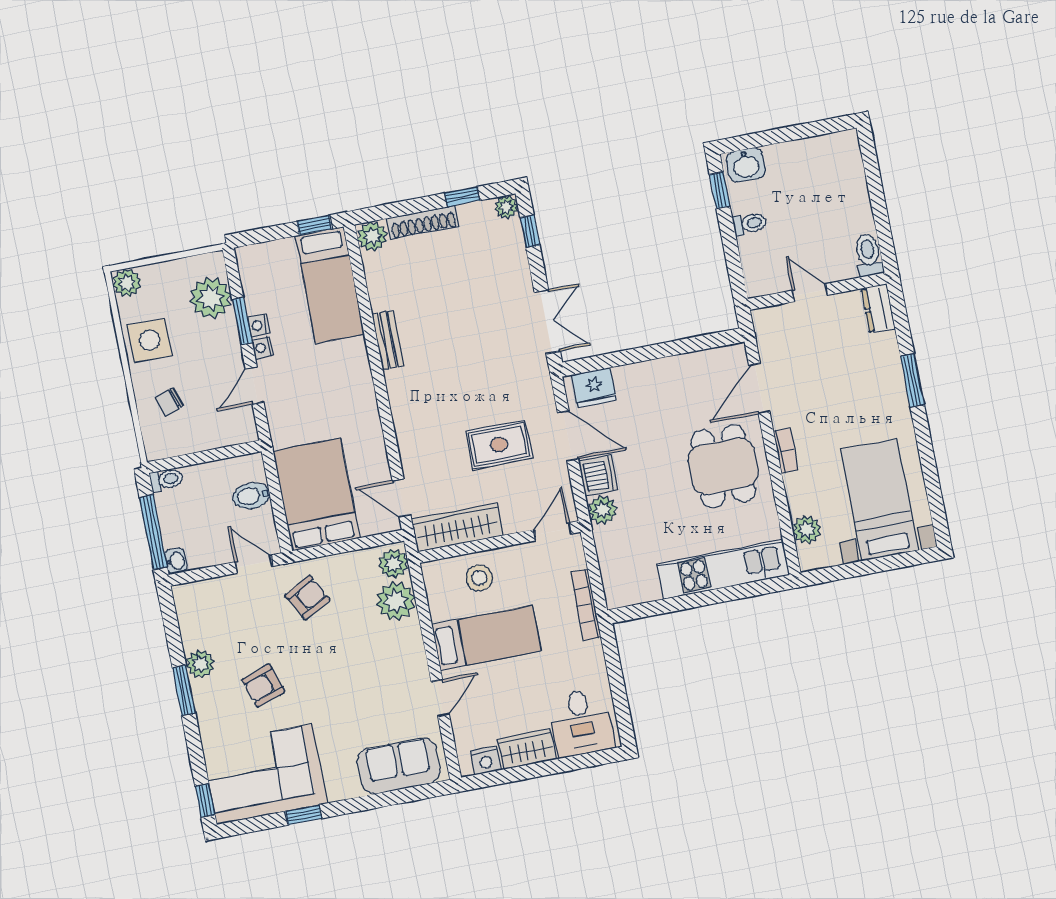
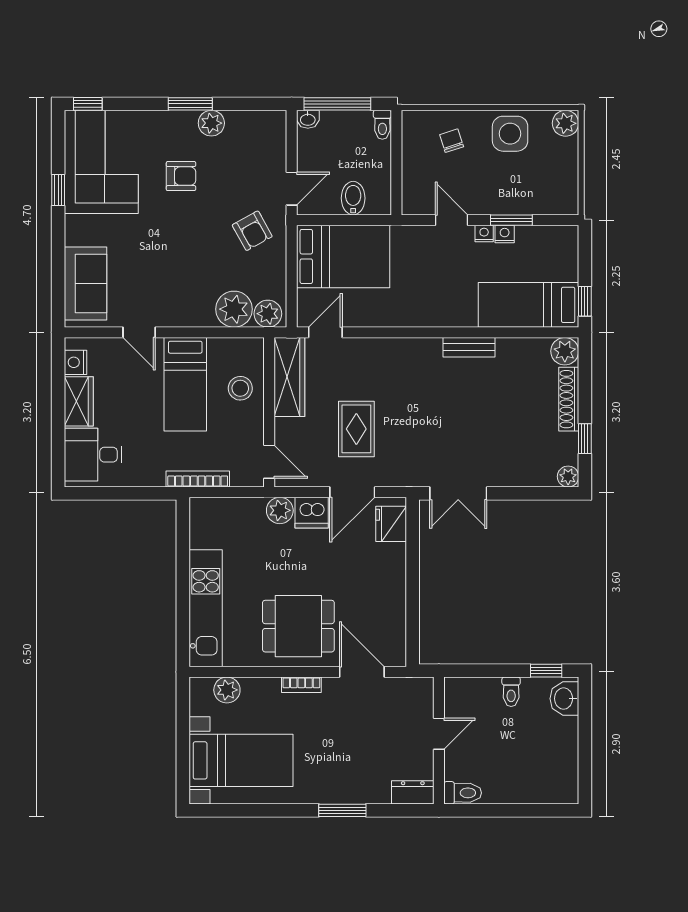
window: (530, 231) -> (542, 493), removed
plant: (211, 298) -> (538, 196), removed
armchair: (263, 686) -> (181, 176), turned 109

